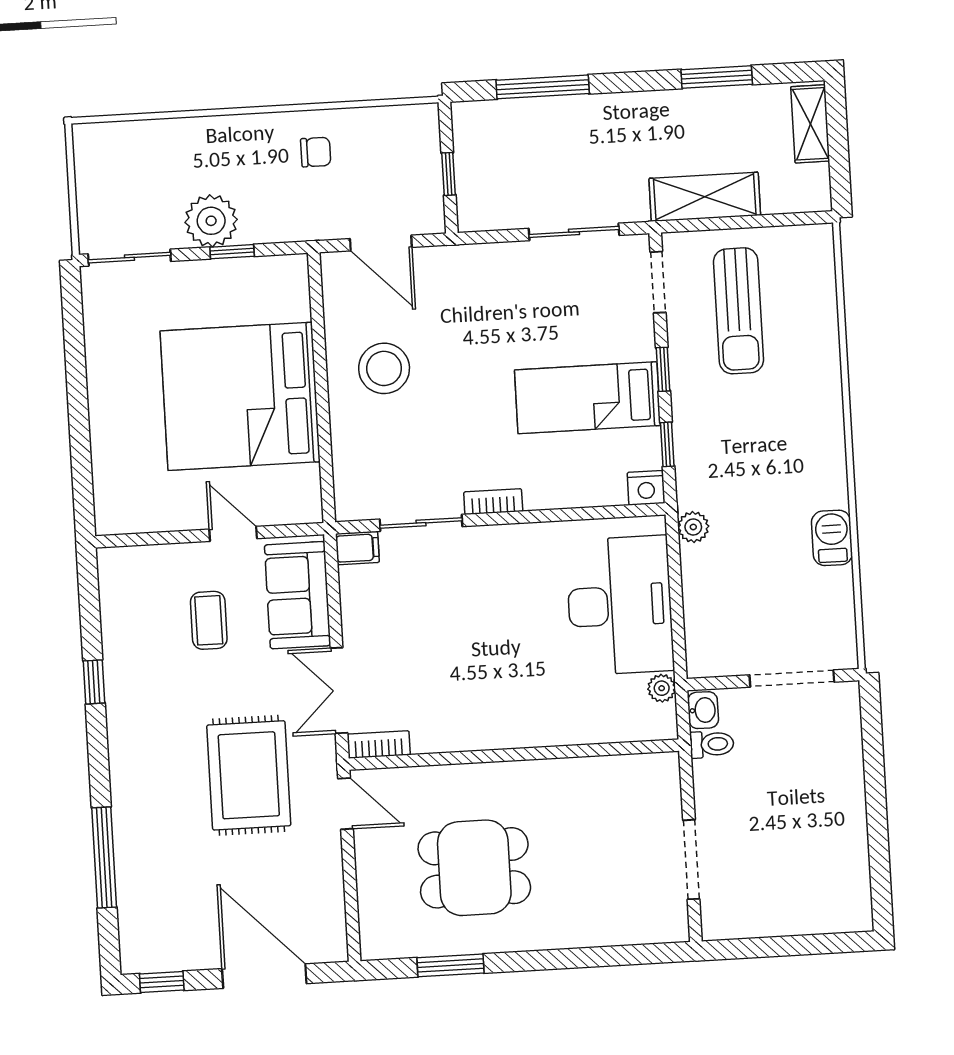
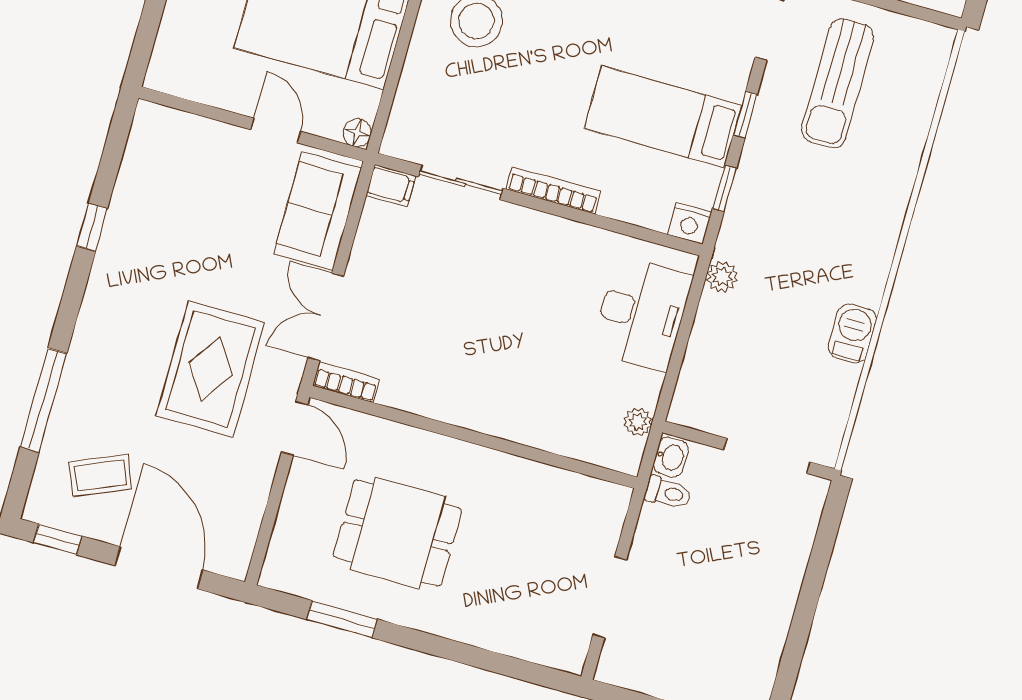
bookcase: (493, 502) -> (553, 190), width x1.56
floor lamp: (309, 510) -> (357, 133), added
desk: (620, 605) -> (642, 313), width x0.73, depth x0.77
coffee table: (209, 620) -> (100, 475), moved, turned 67

